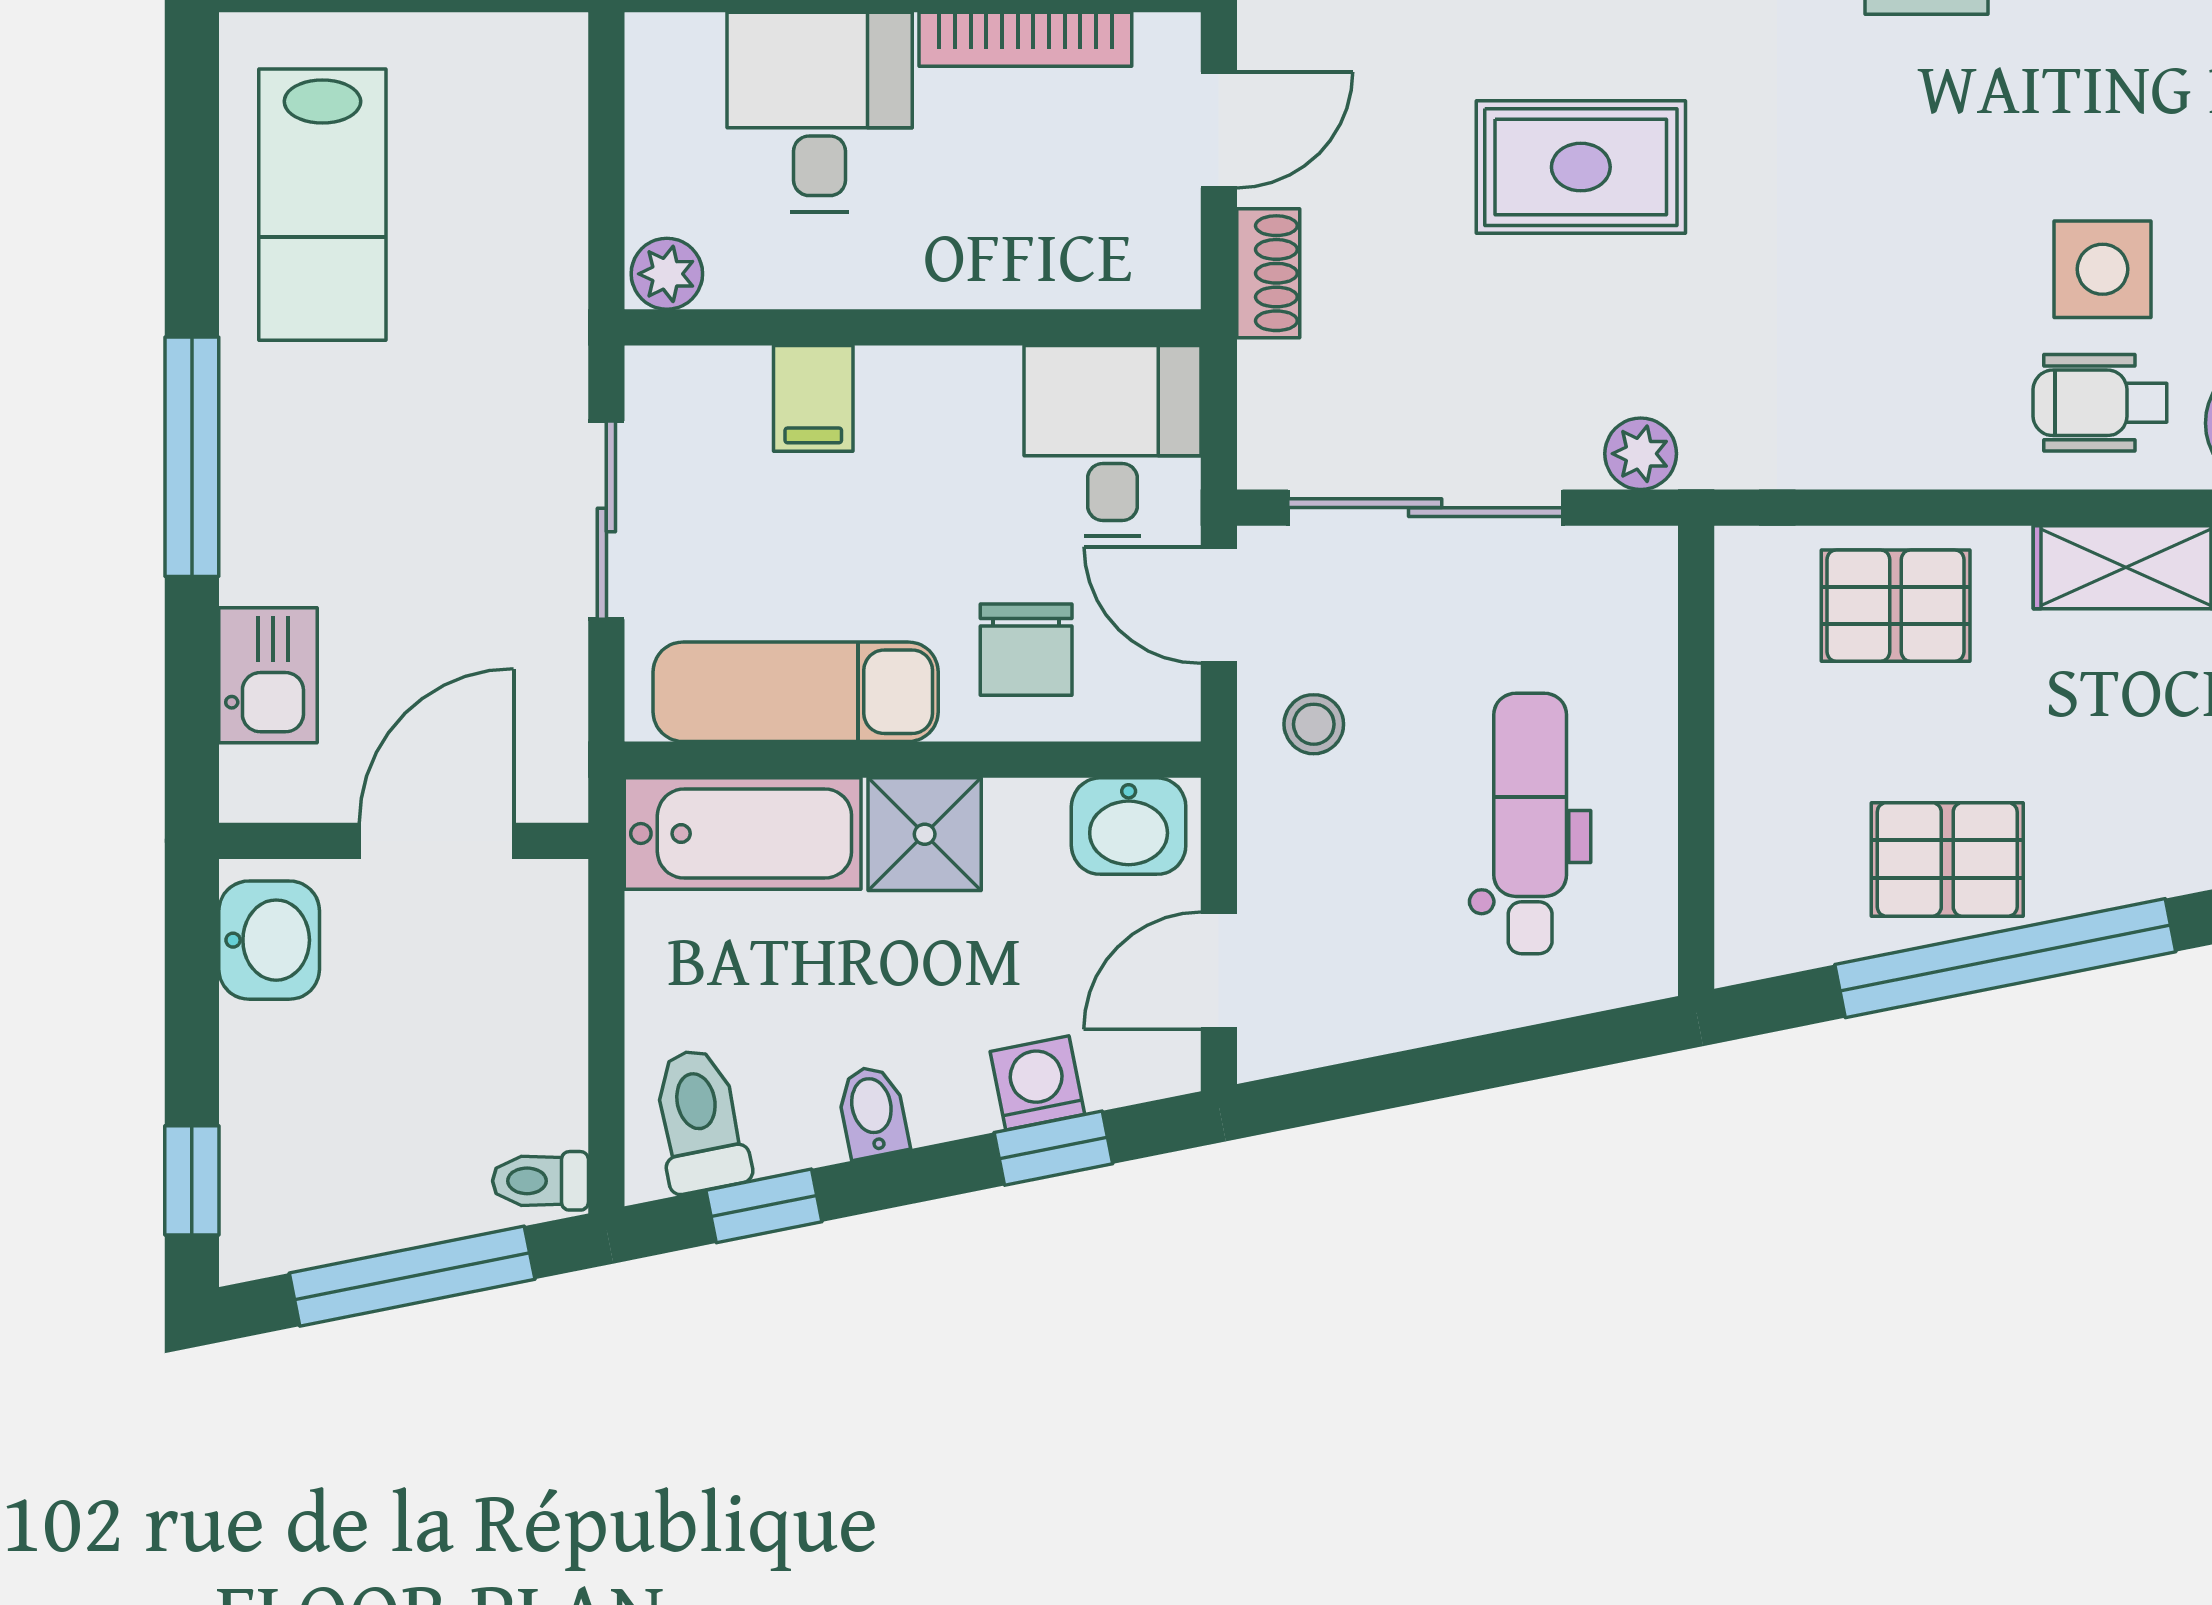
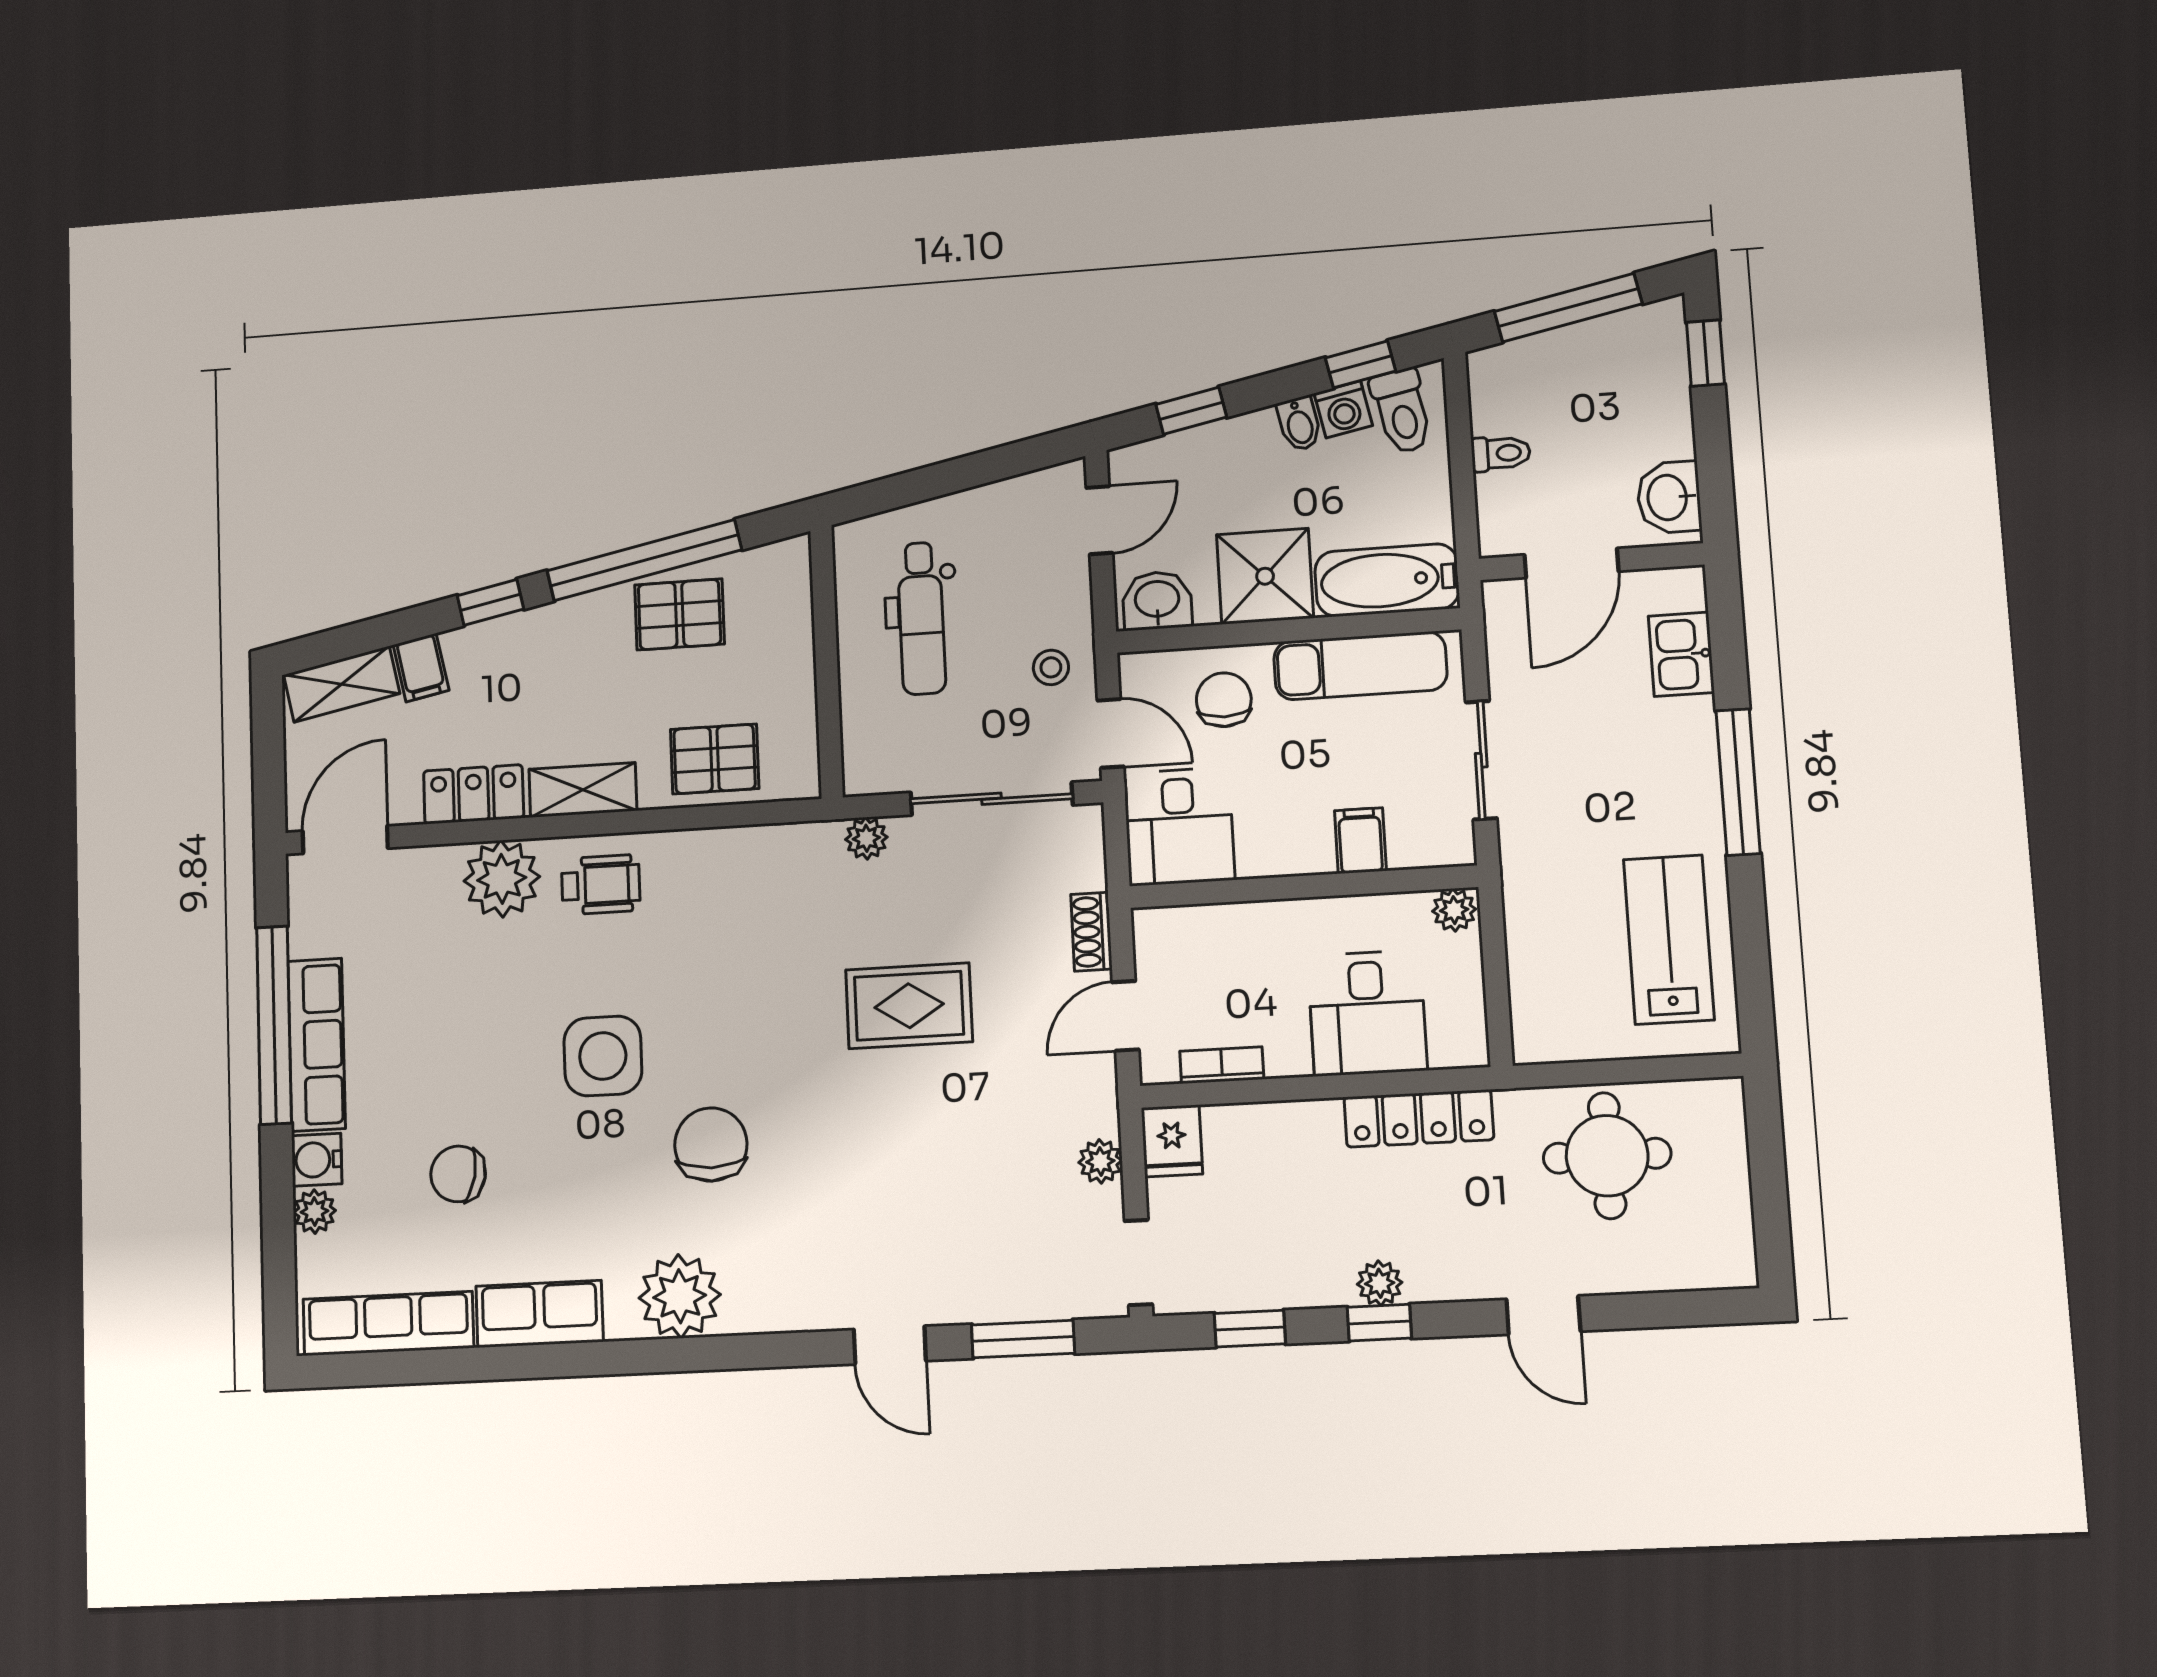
bookcase: (1025, 39) -> (1222, 1065), width x0.64
side table: (2103, 269) -> (603, 1056), moved, width x1.37, depth x1.37
shower: (925, 834) -> (1265, 576), width x1.36, depth x1.36
washing machine: (1037, 1083) -> (1343, 409), moved
toilet: (540, 1181) -> (1501, 453), moved

